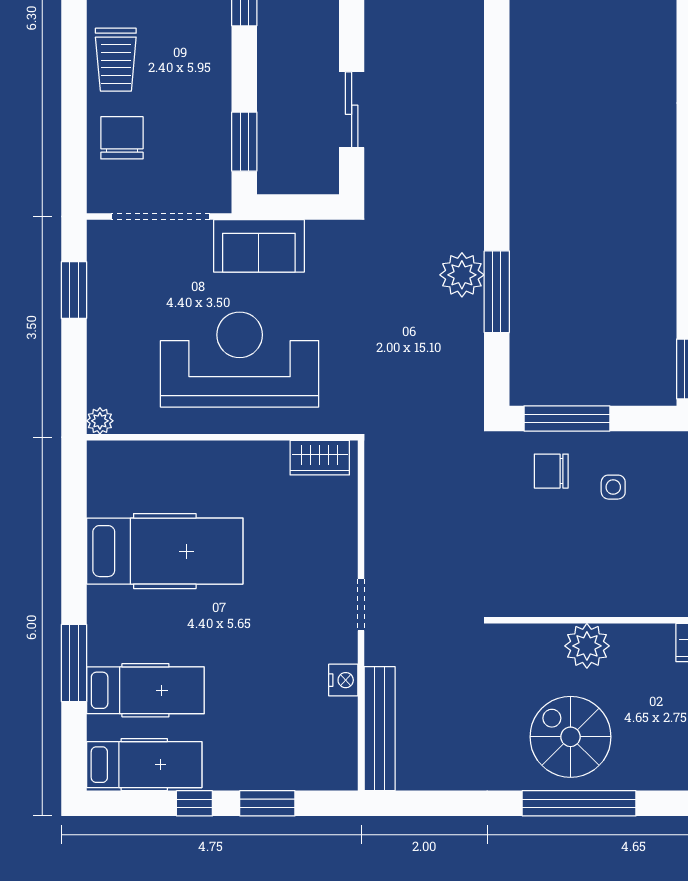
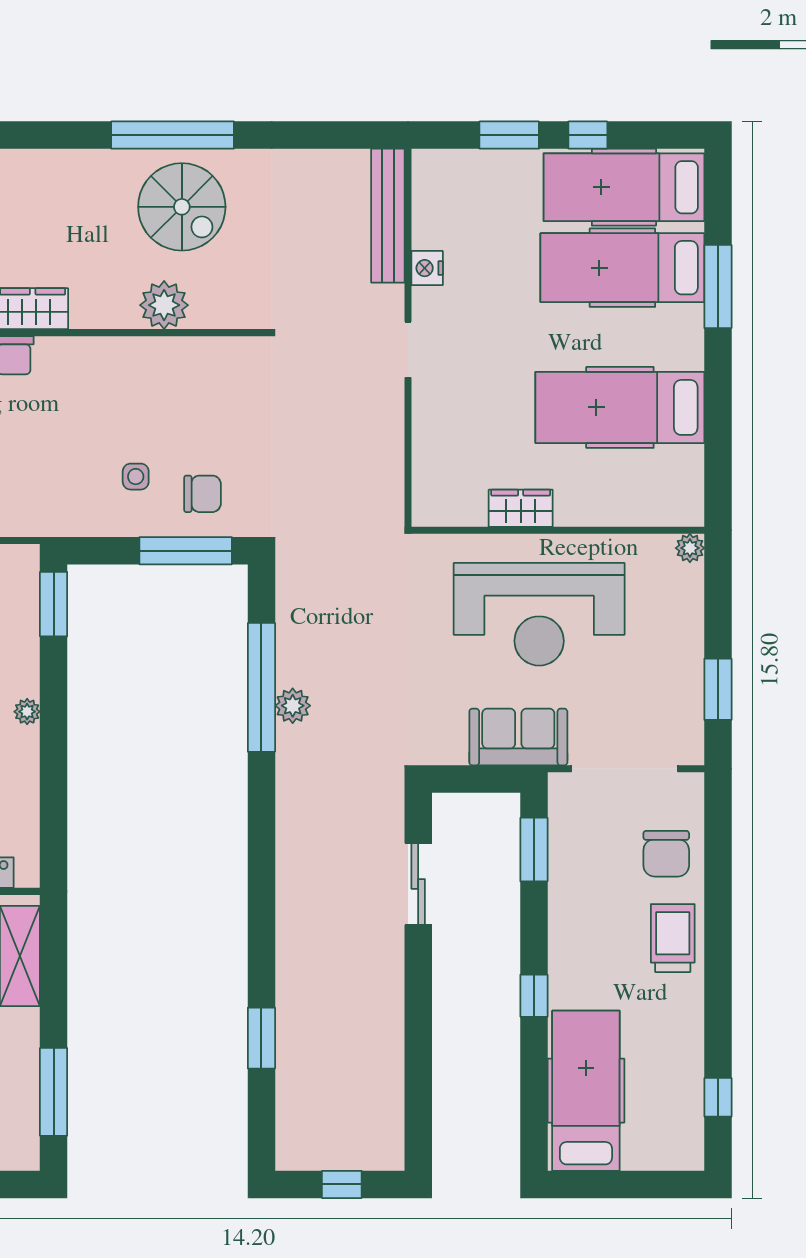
plant: (462, 275) -> (293, 706), width x0.73, depth x0.73
window: (497, 292) -> (261, 687), width x1.46
wardrobe: (320, 458) -> (521, 508), moved
hospital bed: (145, 690) -> (622, 268), width x1.37, depth x1.29
hospital bed: (144, 765) -> (624, 187), width x1.37, depth x1.29

